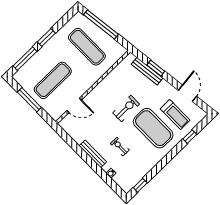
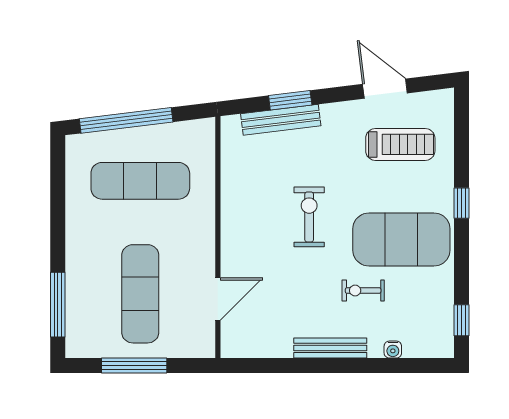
window: (46, 38) -> (58, 234), removed
exercise mat: (153, 128) -> (401, 240), moved
window: (190, 137) -> (462, 203), moved

